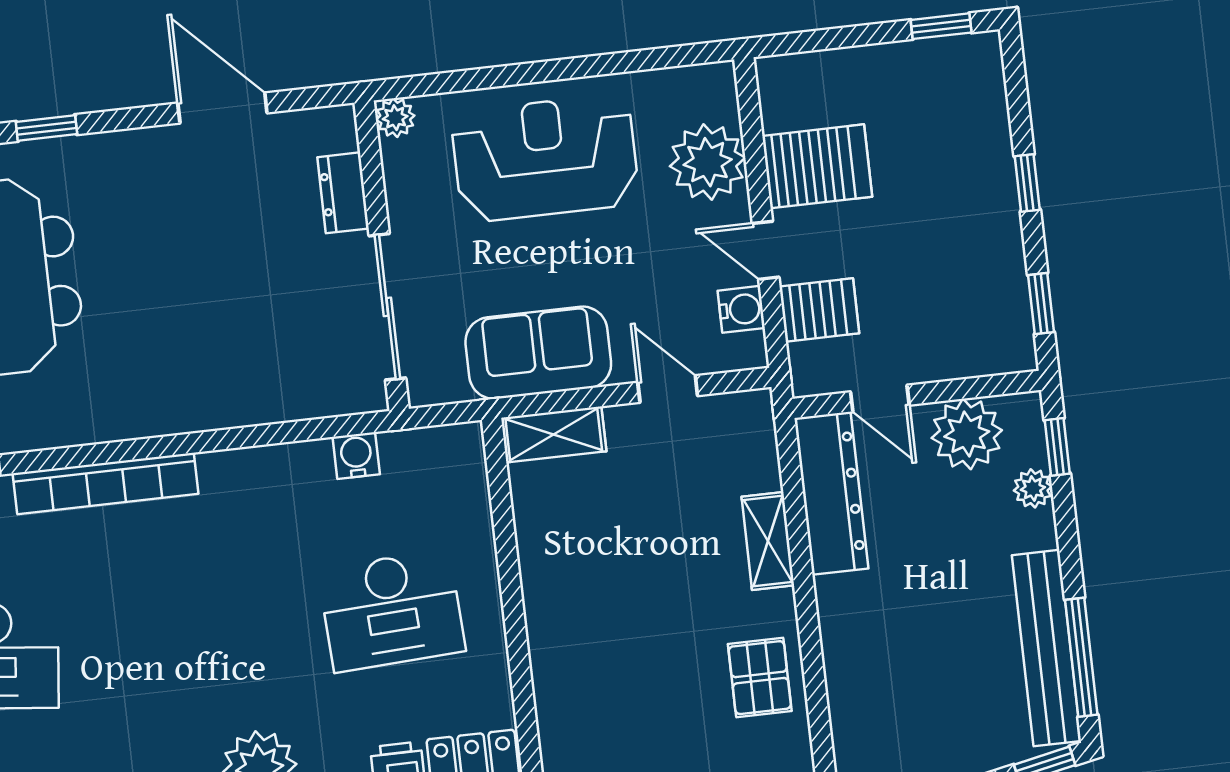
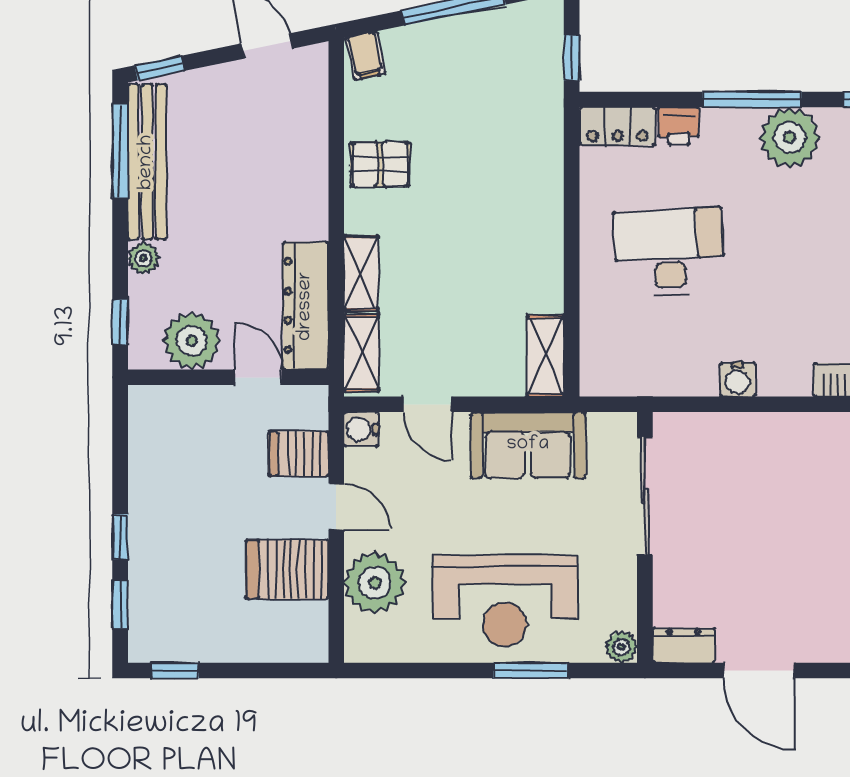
window: (504, 76) -> (530, 670), added
dresser: (343, 193) -> (684, 645), moved, turned -90
window: (1041, 304) -> (120, 604), moved
water cooler: (741, 309) -> (361, 429), moved
shelving: (554, 434) -> (546, 356), moved, turned 90
shelving: (756, 443) -> (361, 353), added
water cooler: (356, 456) -> (738, 379), moved
plant: (1033, 488) -> (144, 258), moved
pallet: (760, 678) -> (380, 164), turned 90

